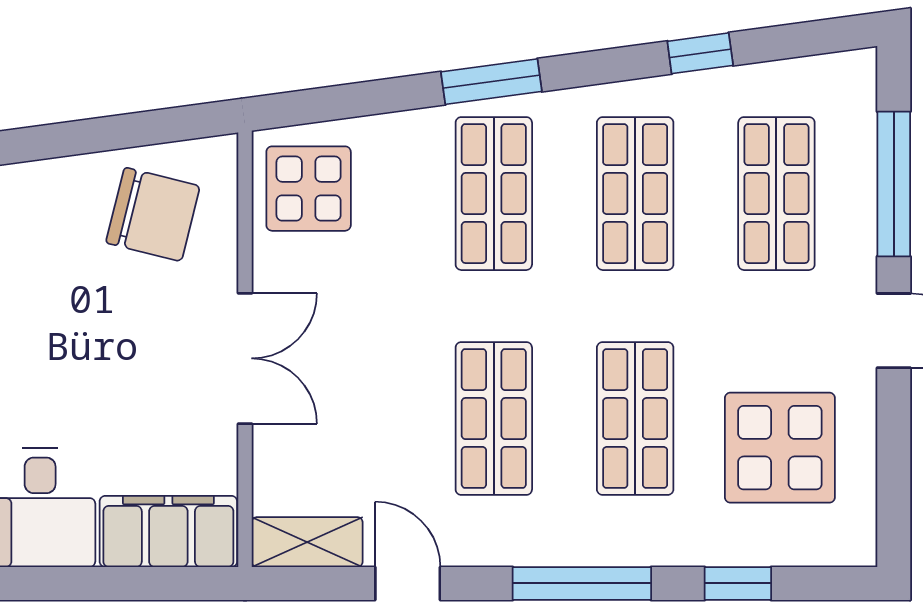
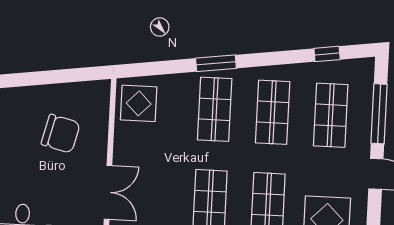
window: (700, 53) -> (327, 54), moved
chair: (153, 214) -> (61, 134), moved
double door: (245, 358) -> (108, 192), moved

